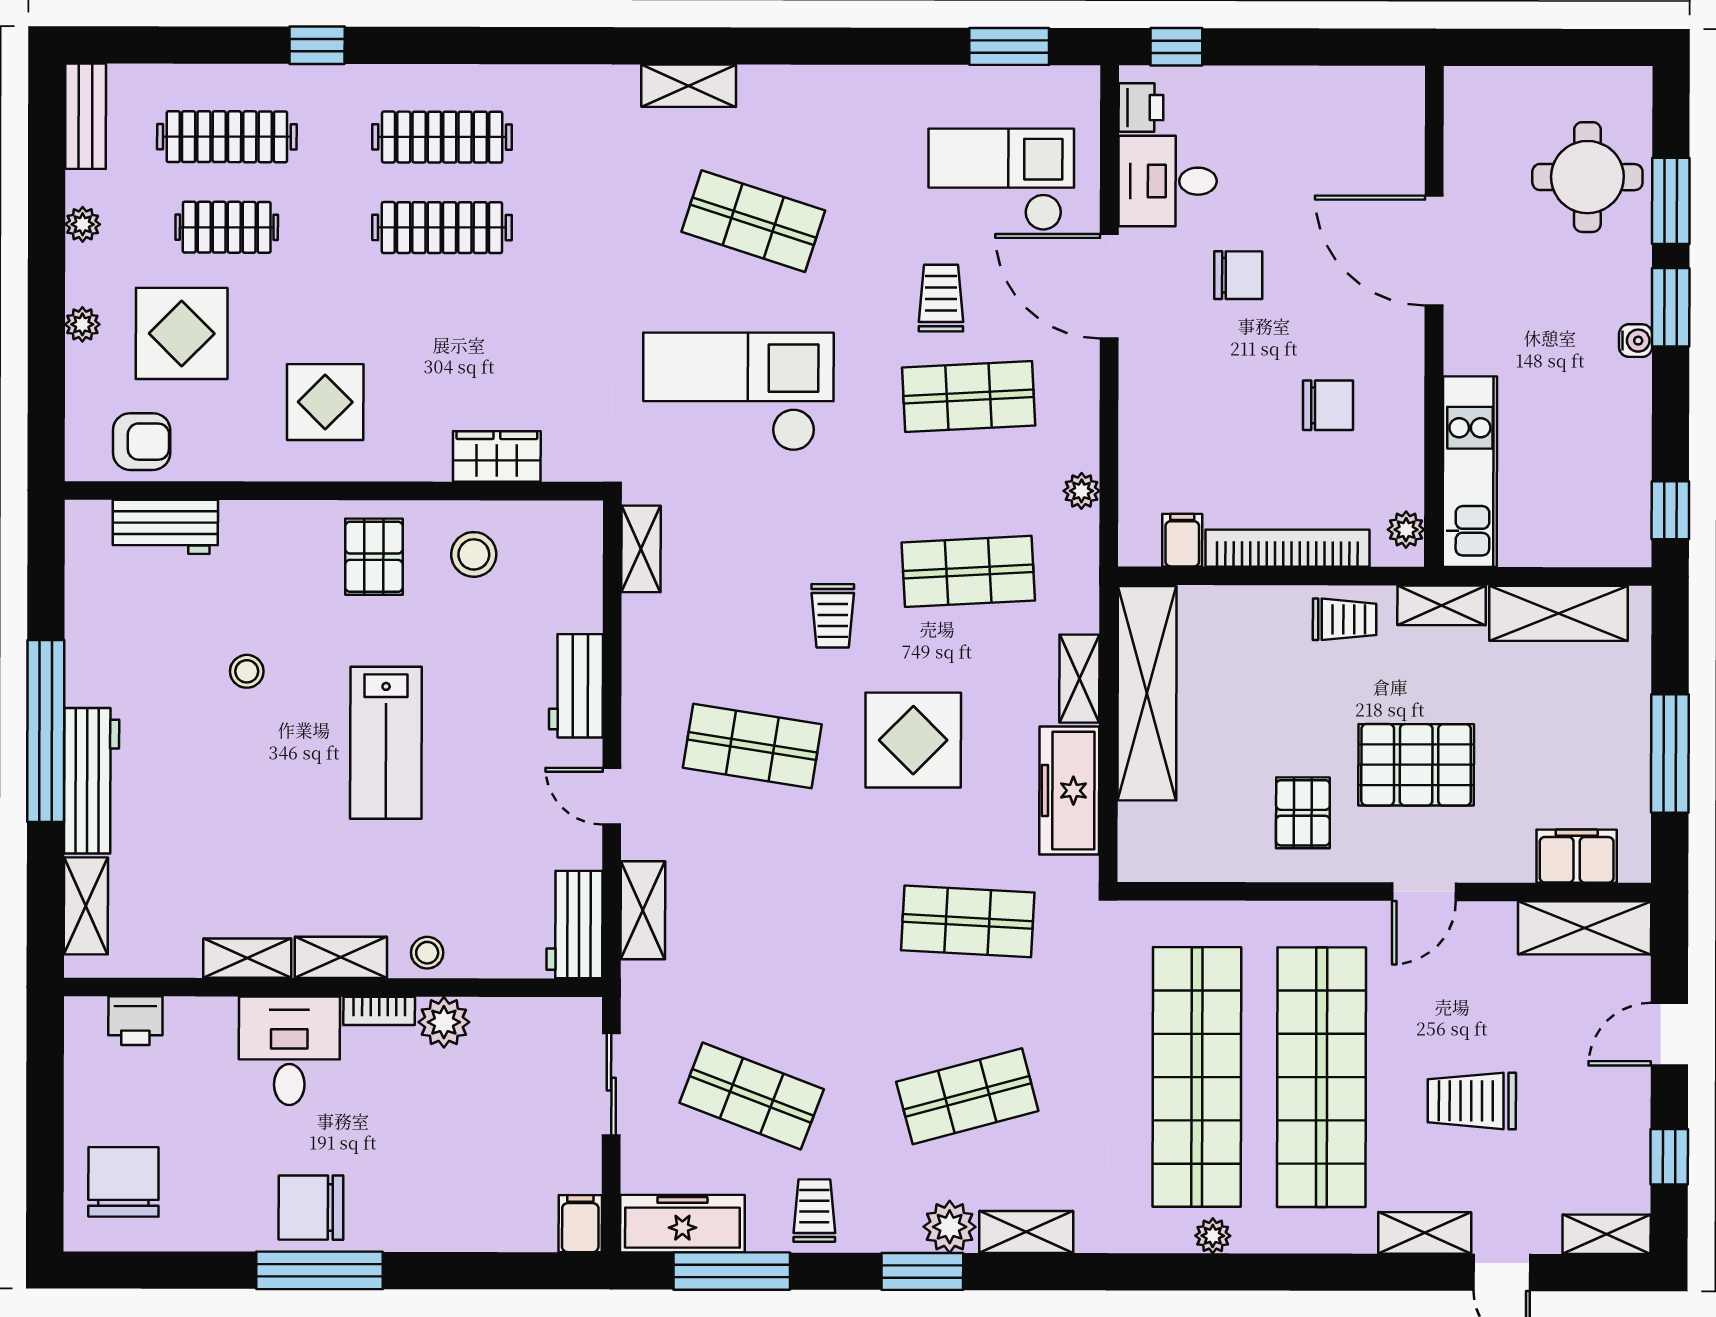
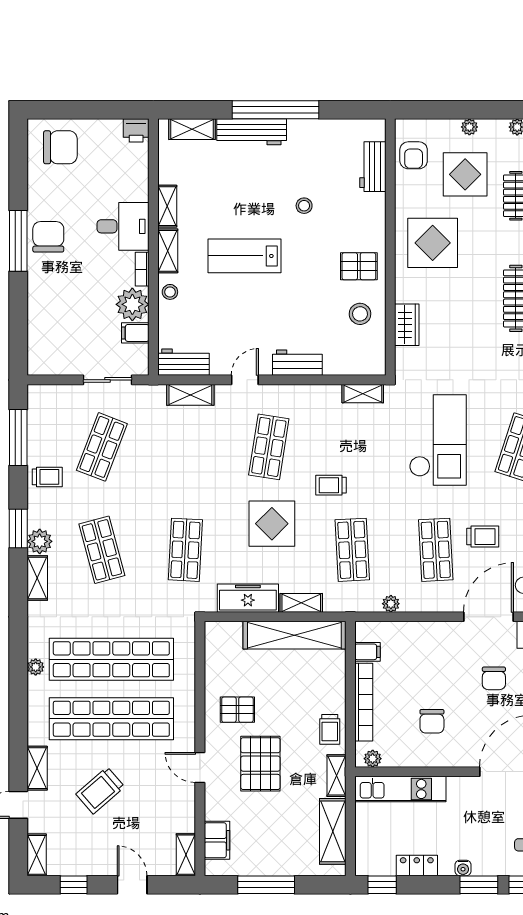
display table: (325, 402) -> (433, 243), width x1.36, depth x1.36
locker: (1630, 437) -> (417, 865), added
lab bench: (386, 743) -> (244, 256), moved
shelving: (1585, 928) -> (186, 855), width x0.67, depth x0.75
printer: (135, 1021) -> (136, 130), moved, turned -90
plant: (444, 1022) -> (132, 304), width x1.36, depth x1.36
trolley: (1472, 1101) -> (100, 790), turned -131
filing cabinet: (580, 1224) -> (135, 333), moved, turned 180
freezer: (682, 1224) -> (41, 414), removed

